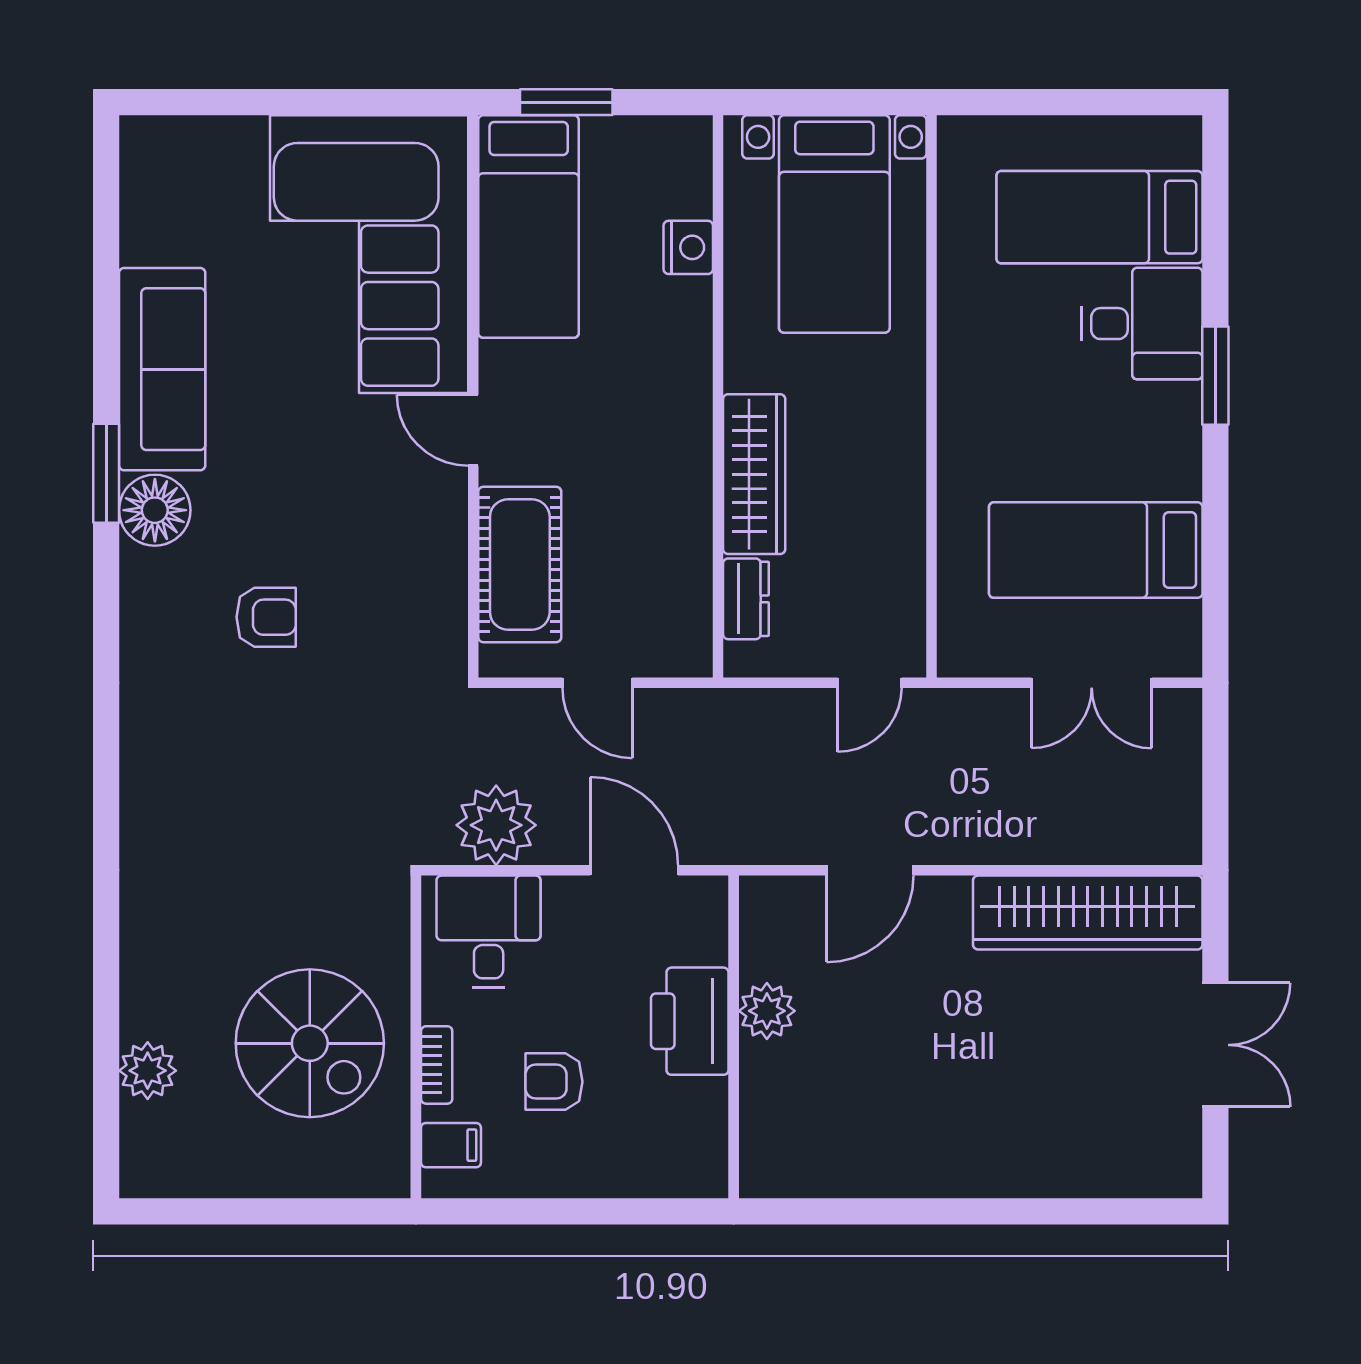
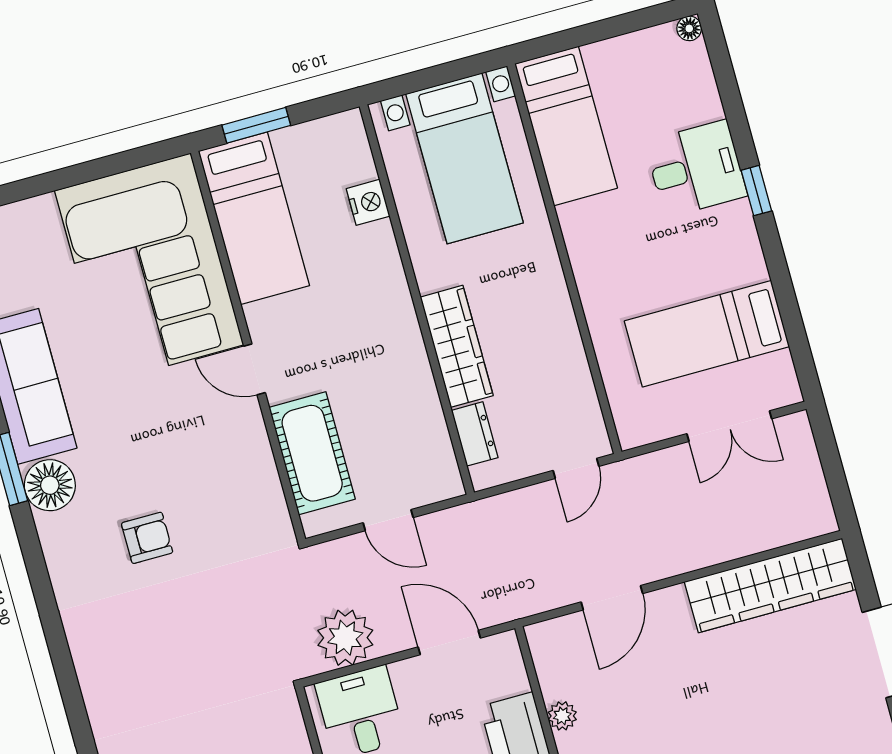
floor lamp: (1185, 132) -> (689, 28), added
bed: (1099, 217) -> (566, 126), moved, turned -90
window: (1215, 376) -> (756, 191), width x0.67
plant: (767, 1011) -> (562, 716), width x0.73, depth x0.73

